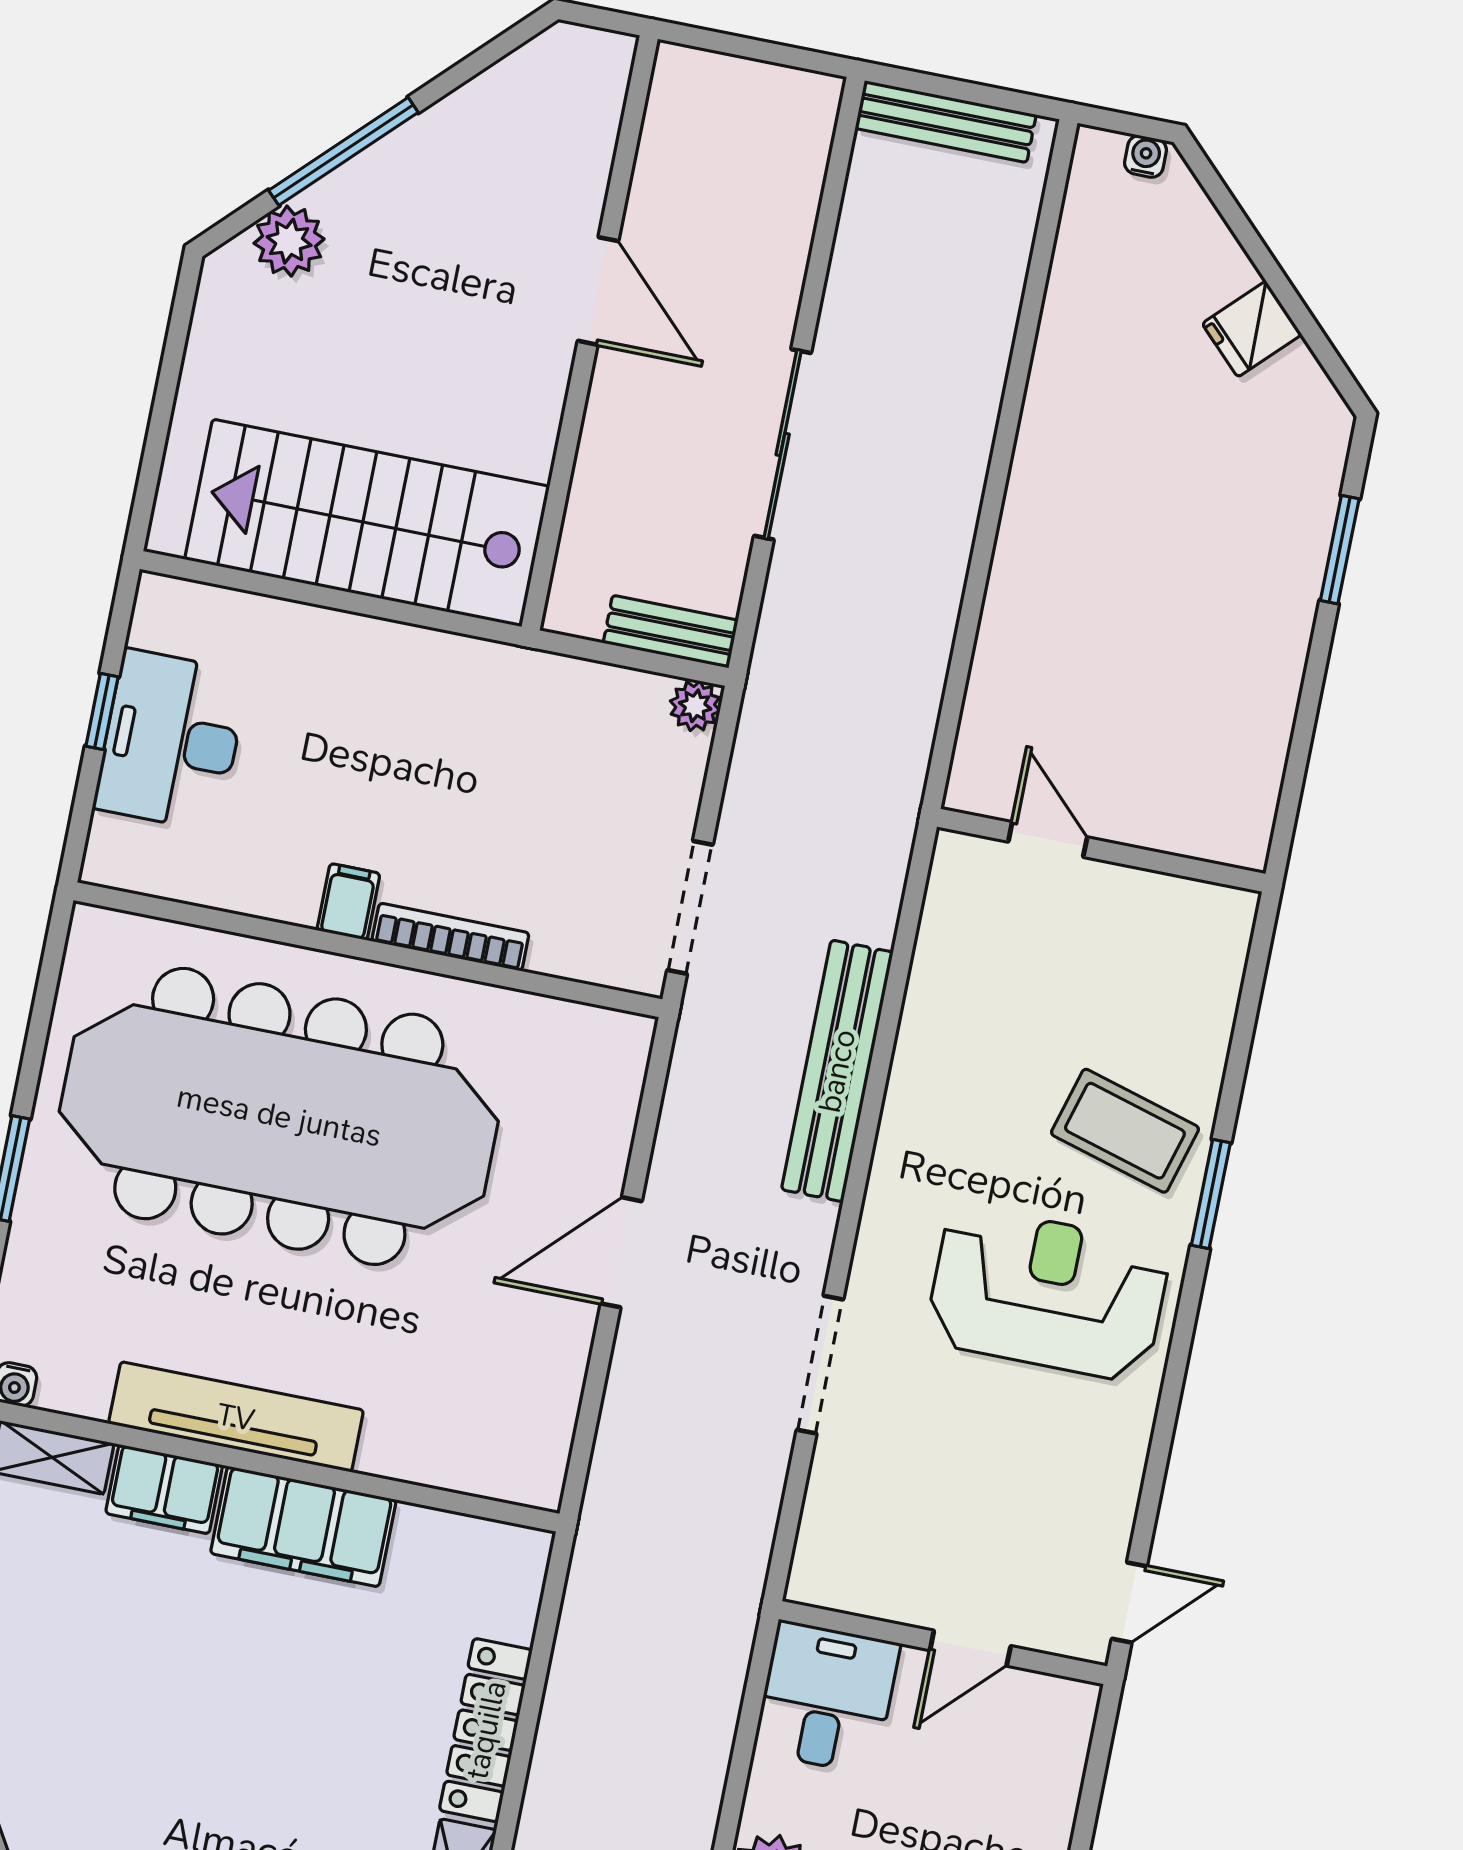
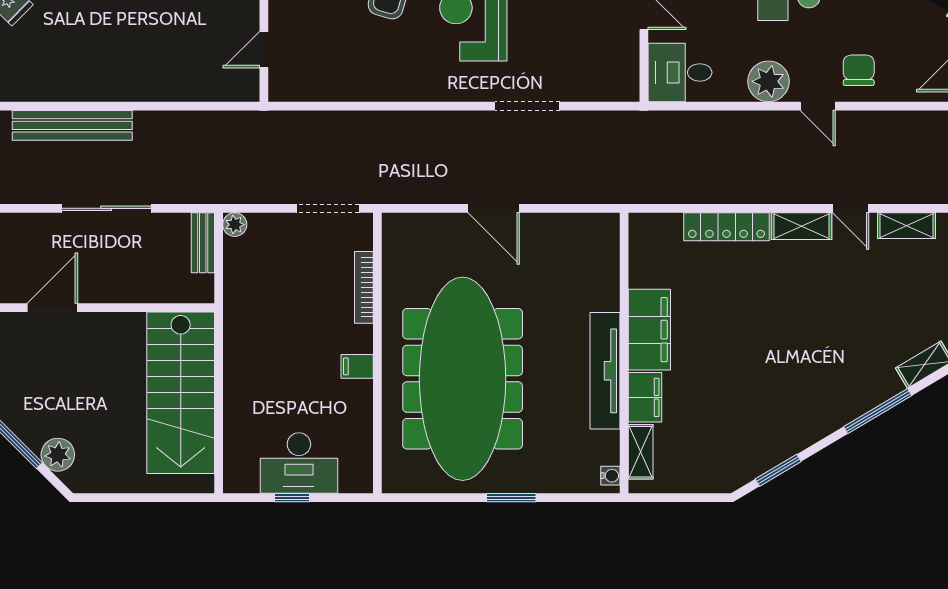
bookcase: (450, 937) -> (364, 287), moved
bench: (837, 1071) -> (72, 125), moved

